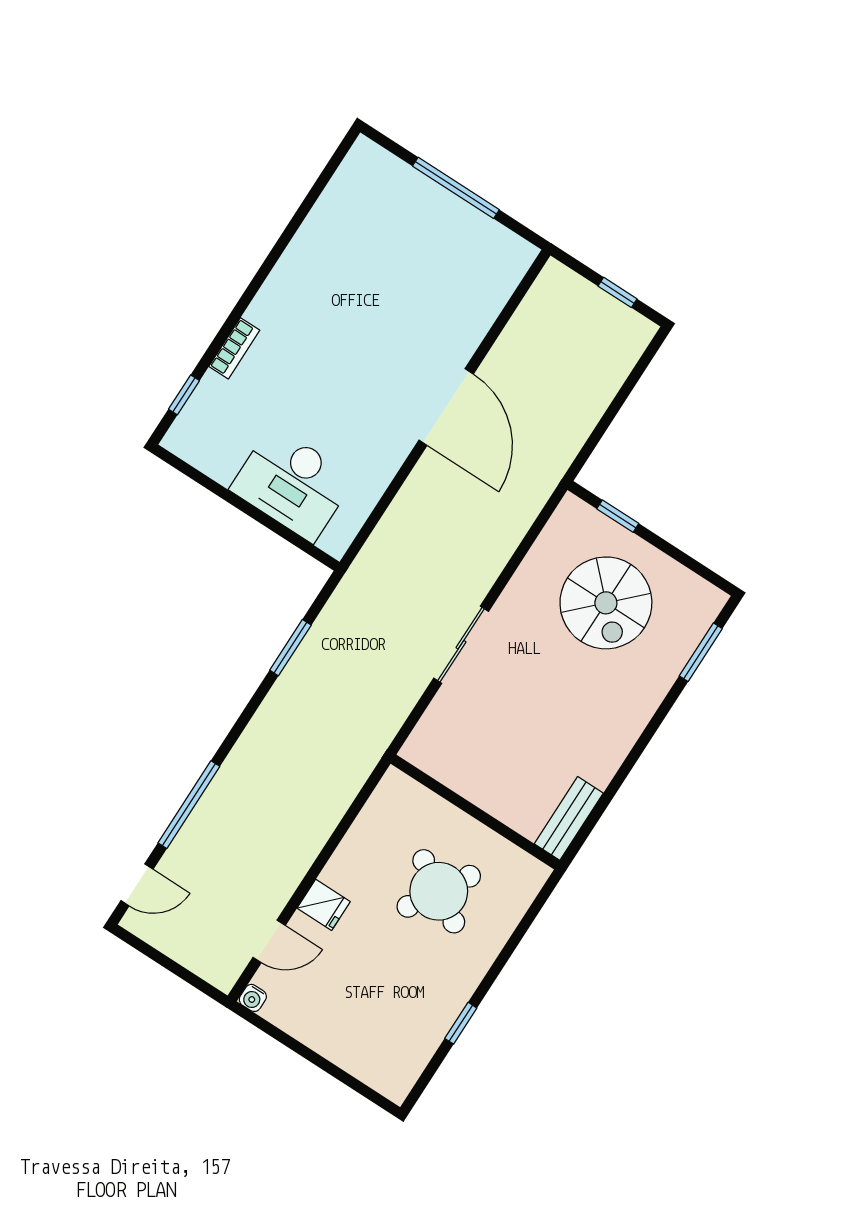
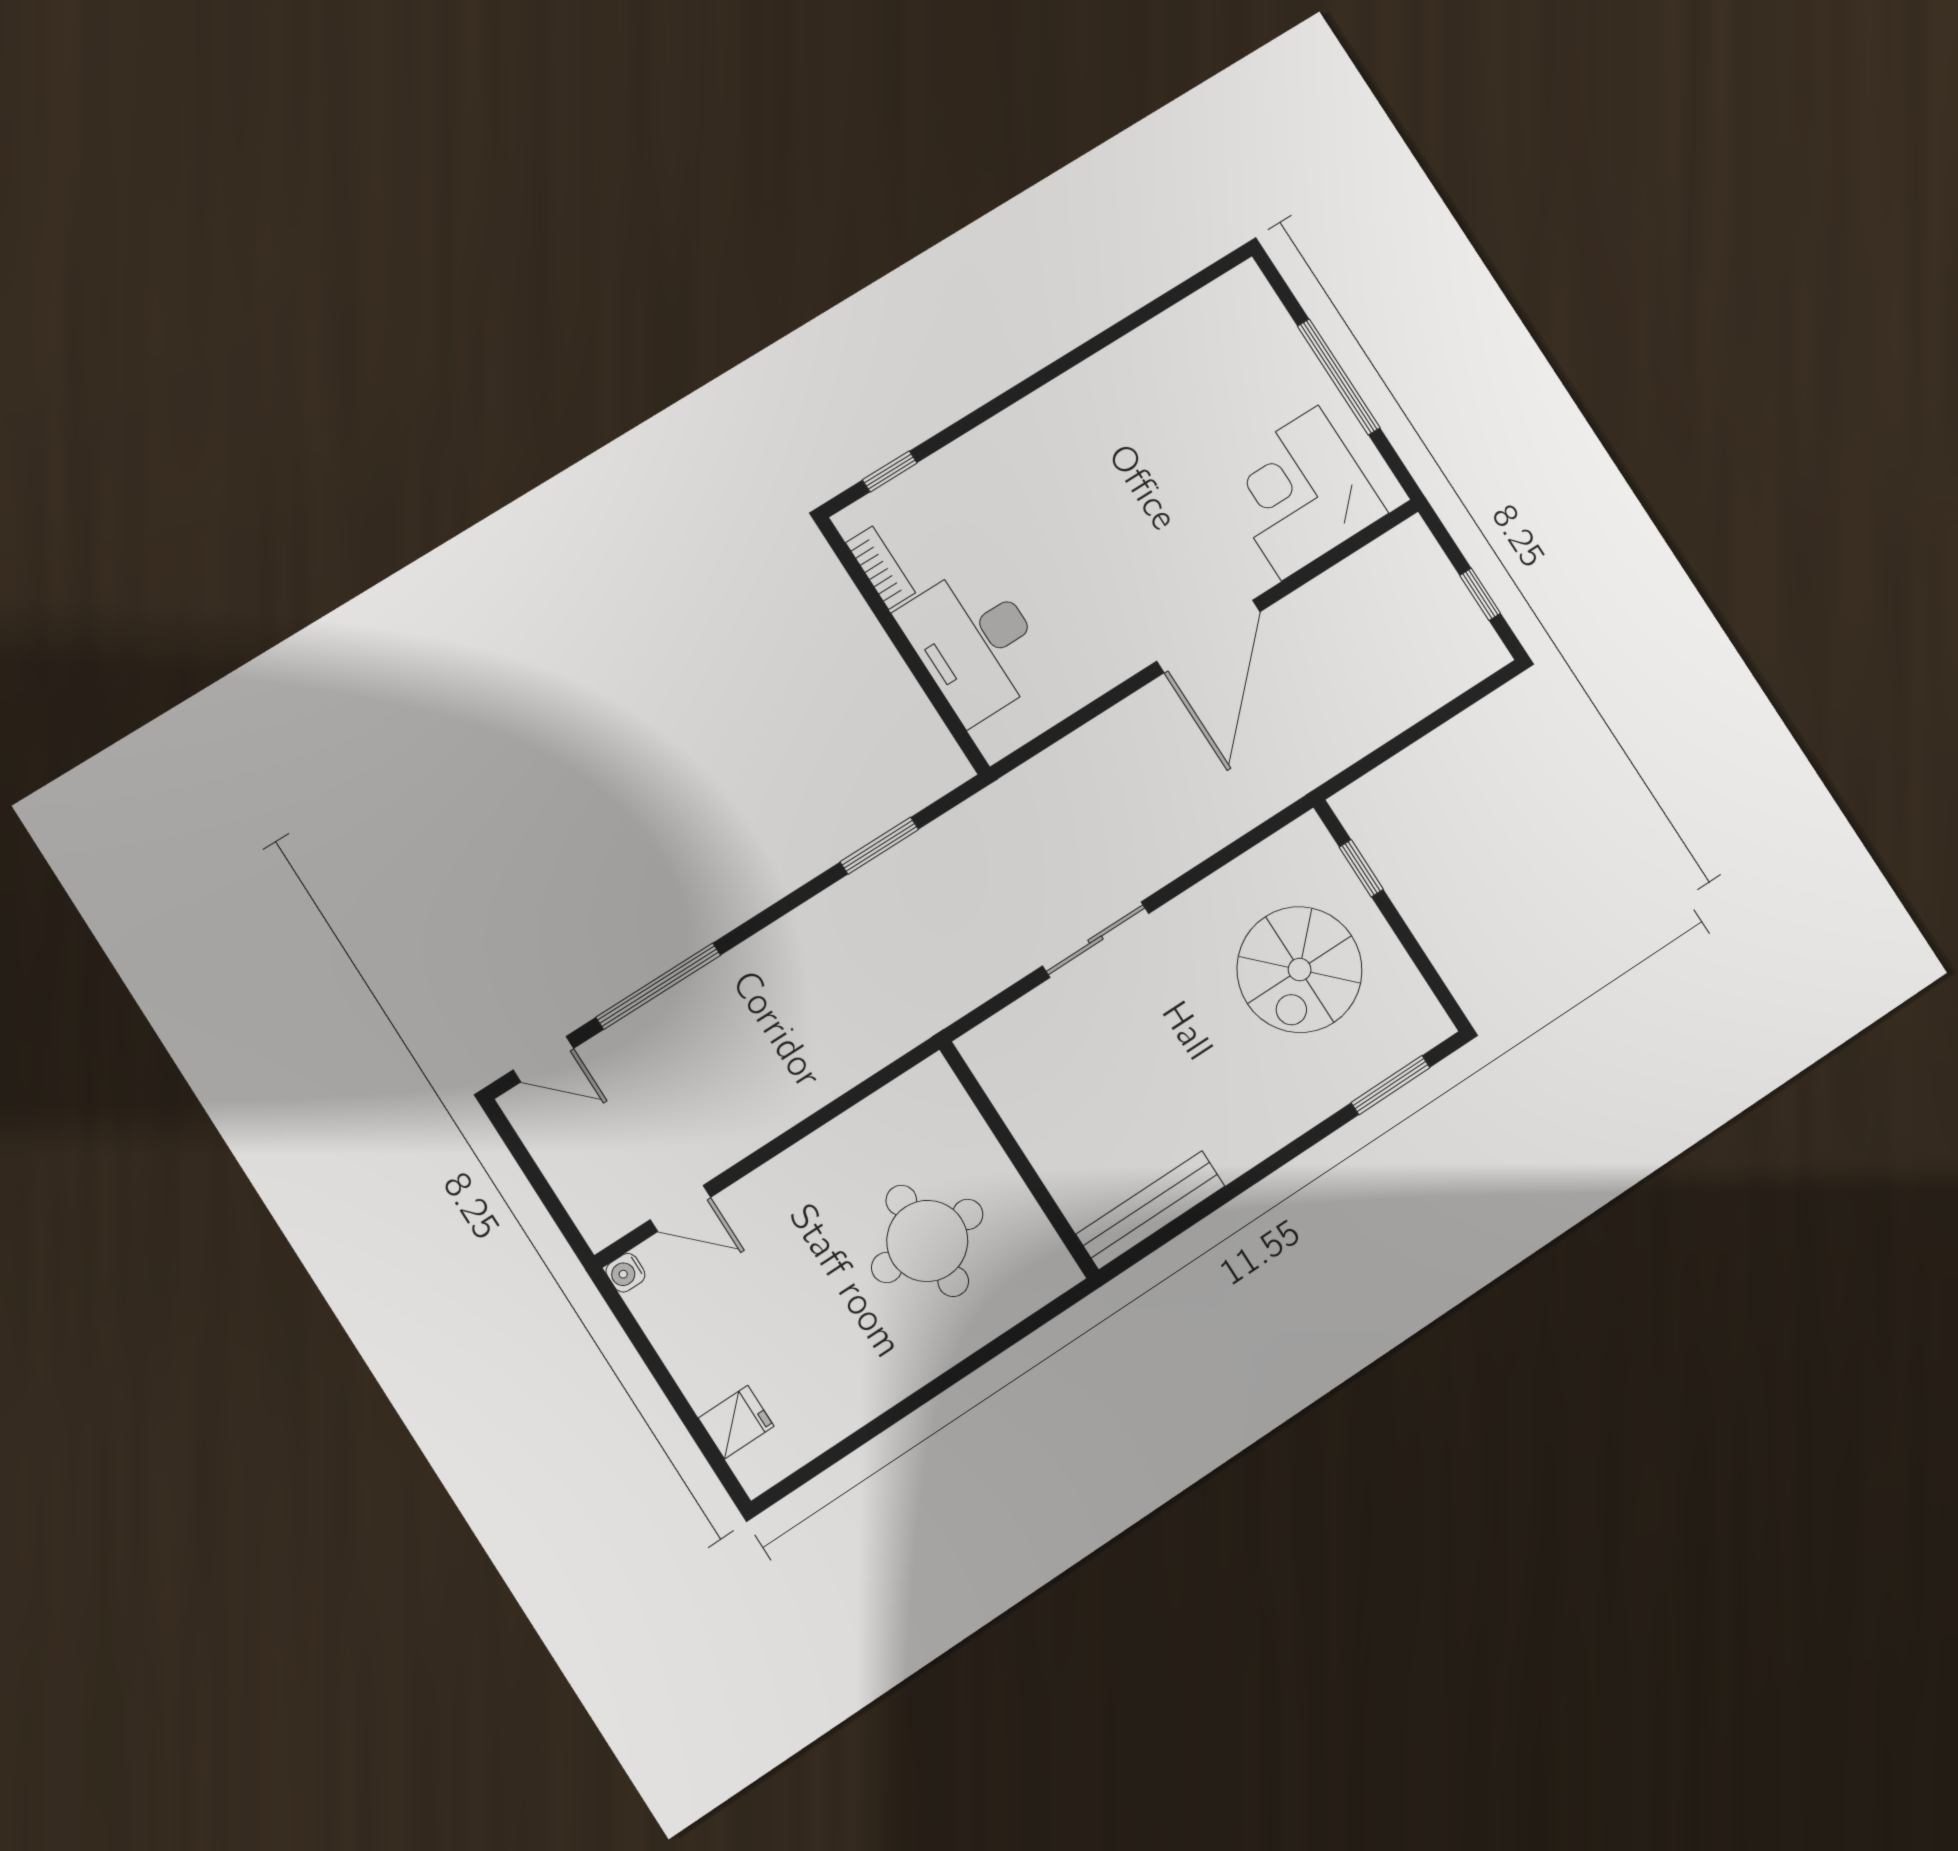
corner desk: (465, 280) -> (1300, 493), added
bookcase: (234, 348) -> (880, 568), moved, turned -90
bench: (569, 818) -> (1151, 1210), width x1.36
round table: (439, 891) -> (927, 1241), turned -31
fridge: (324, 905) -> (736, 1422), moved, turned -90
window: (461, 1023) -> (879, 1425), removed

